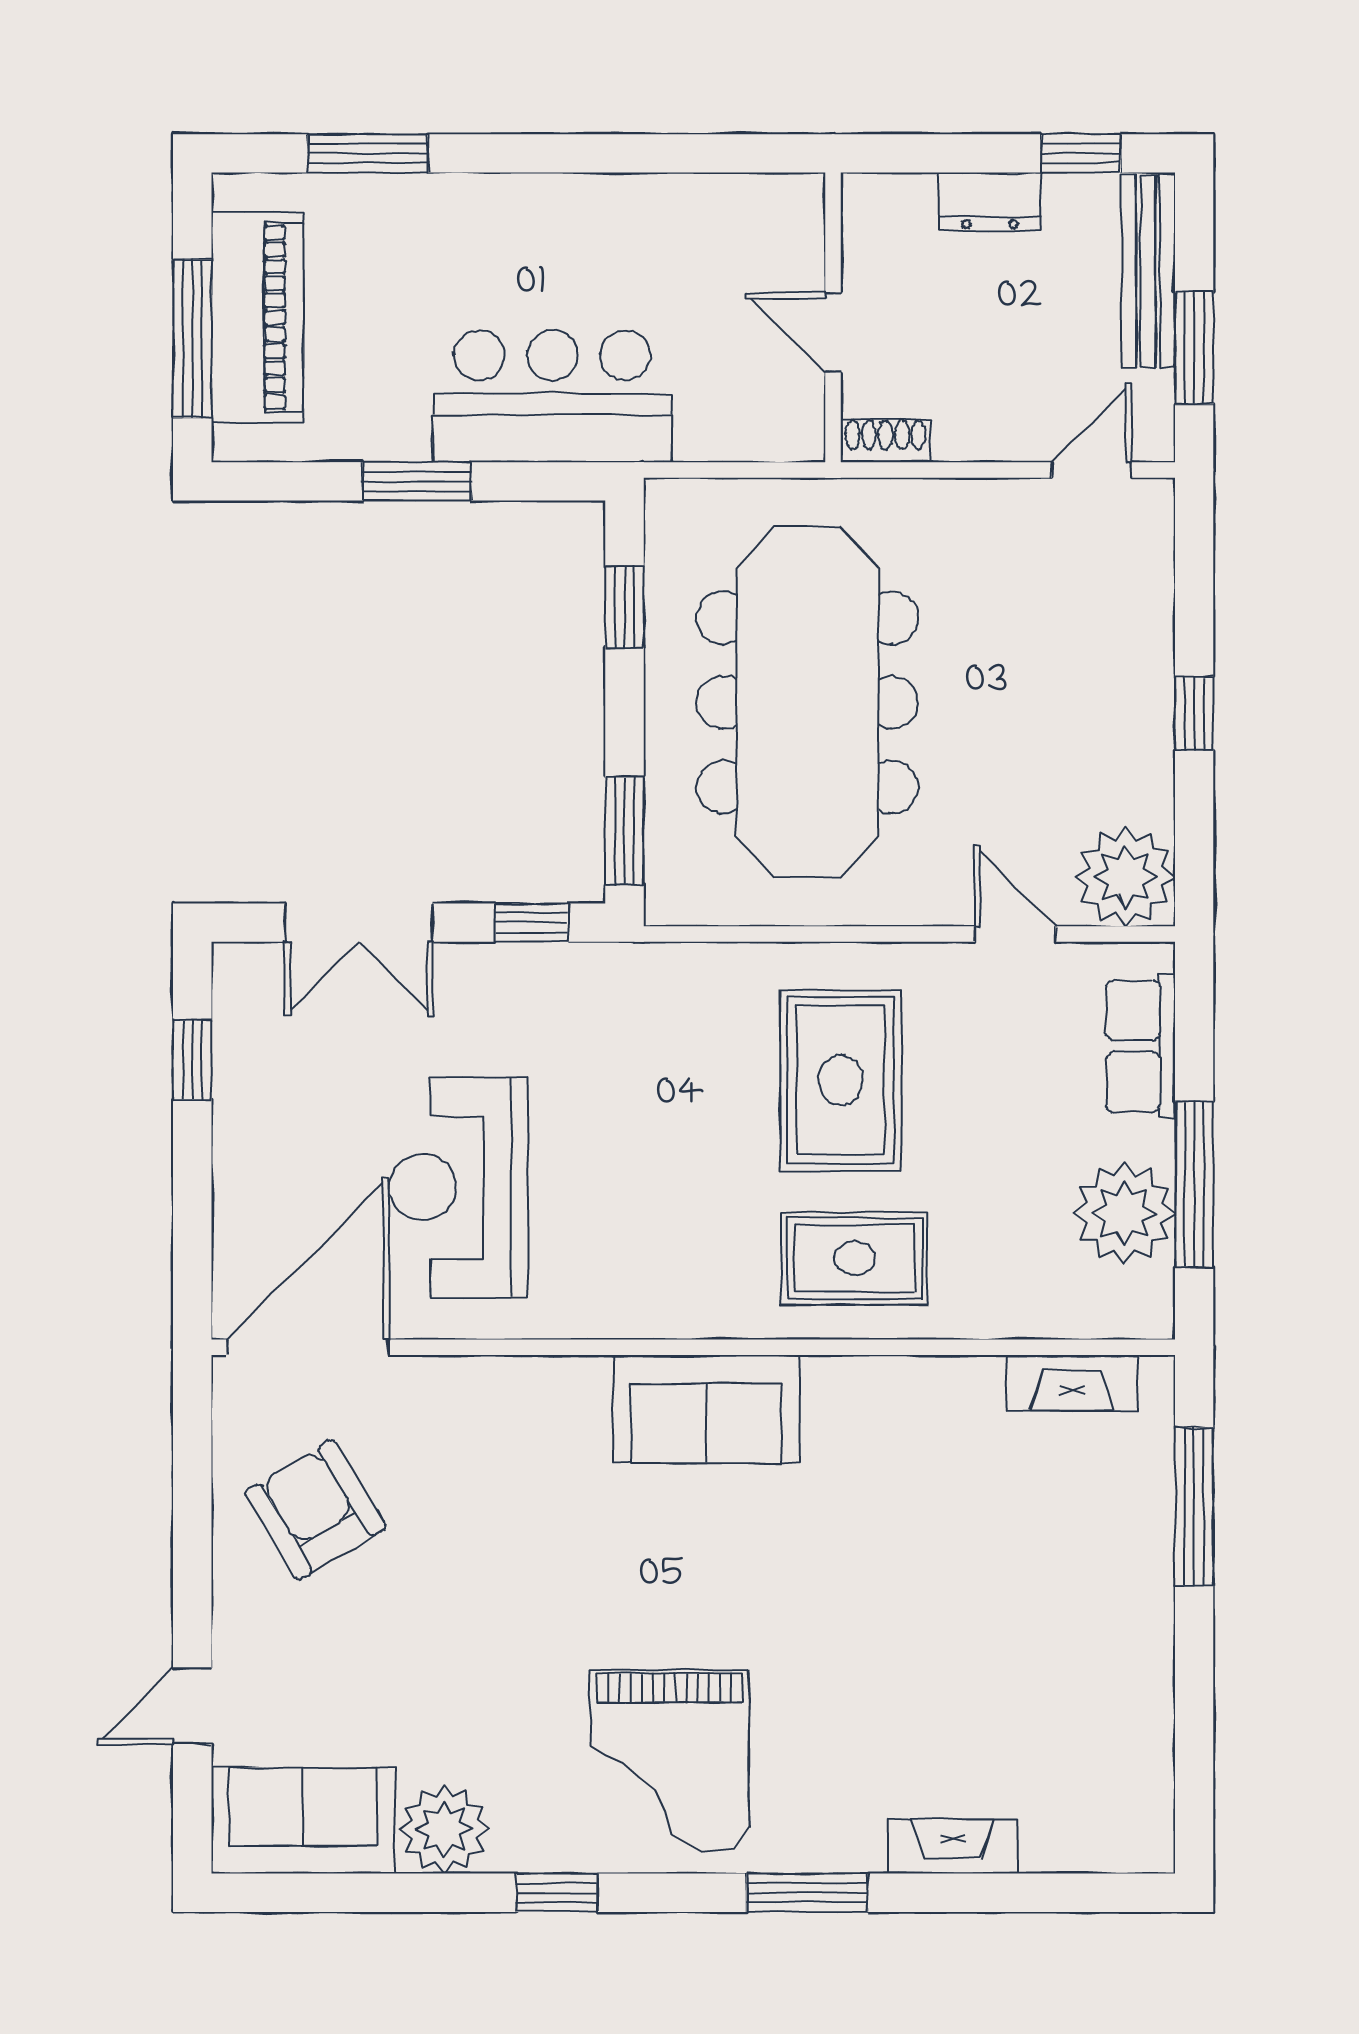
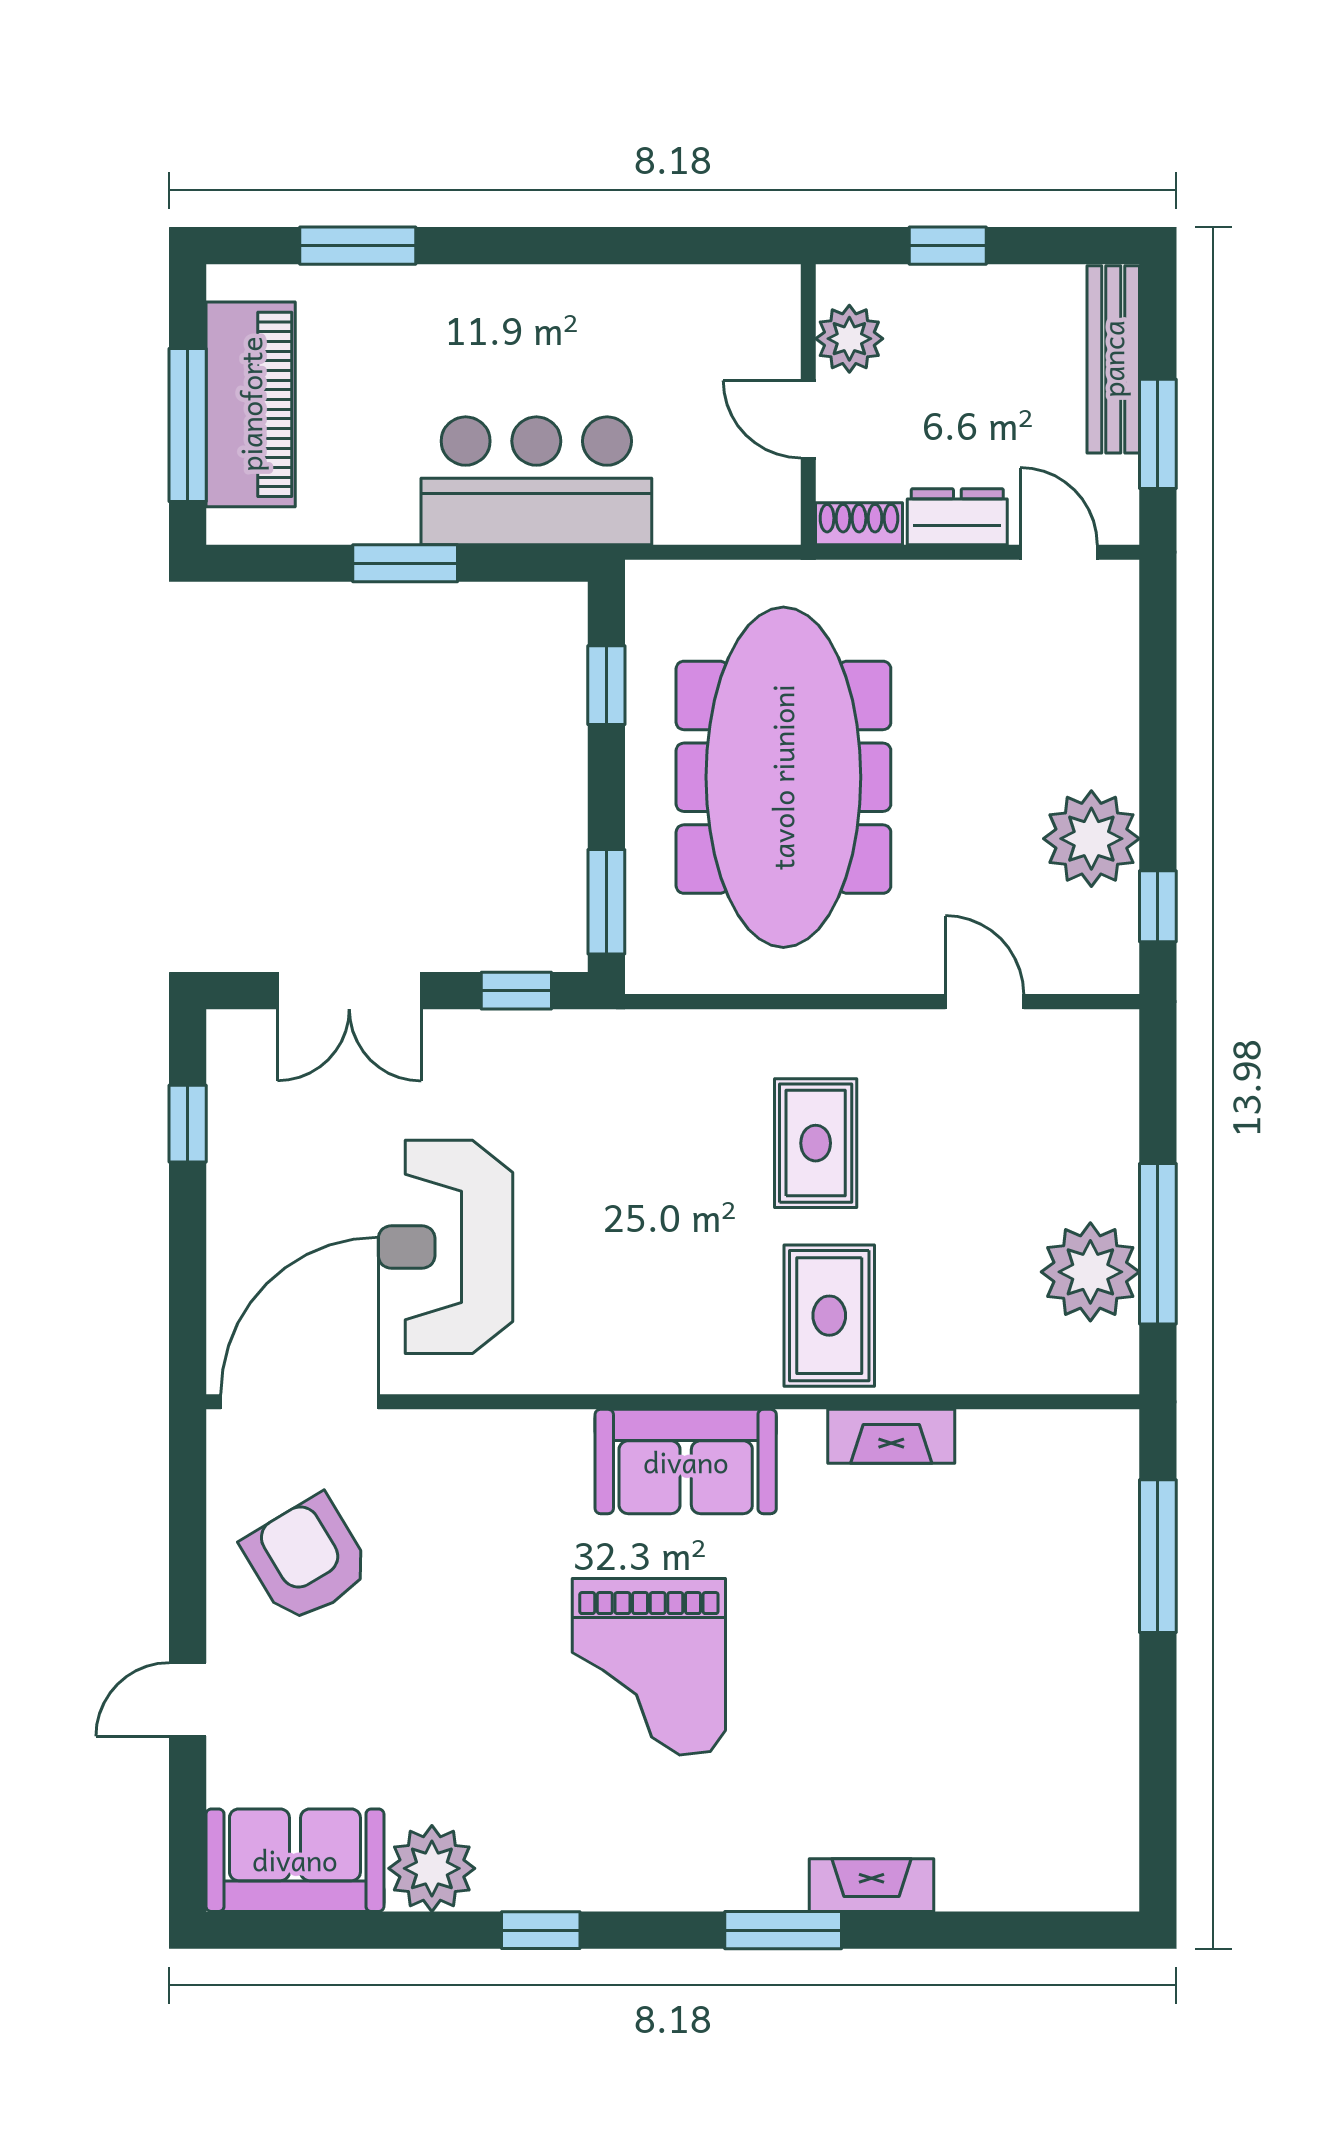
window: (1081, 153) -> (948, 246), moved
dresser: (990, 201) -> (957, 517), moved, turned 180
plant: (875, 250) -> (849, 339), added
door: (1092, 470) -> (1059, 552), hinge flipped
window: (1194, 714) -> (1158, 906), moved
plant: (1125, 877) -> (1091, 839), moved
row of seats: (1141, 1046) -> (1106, 1110), removed
rug: (841, 1080) -> (816, 1143), width x0.73, depth x0.70
rug: (855, 1258) -> (829, 1316), turned 90
fireplace: (1072, 1383) -> (891, 1436), moved
door: (192, 1706) -> (188, 1700), moved
grand piano: (670, 1761) -> (649, 1667), moved
fireplace: (953, 1846) -> (871, 1885), moved

